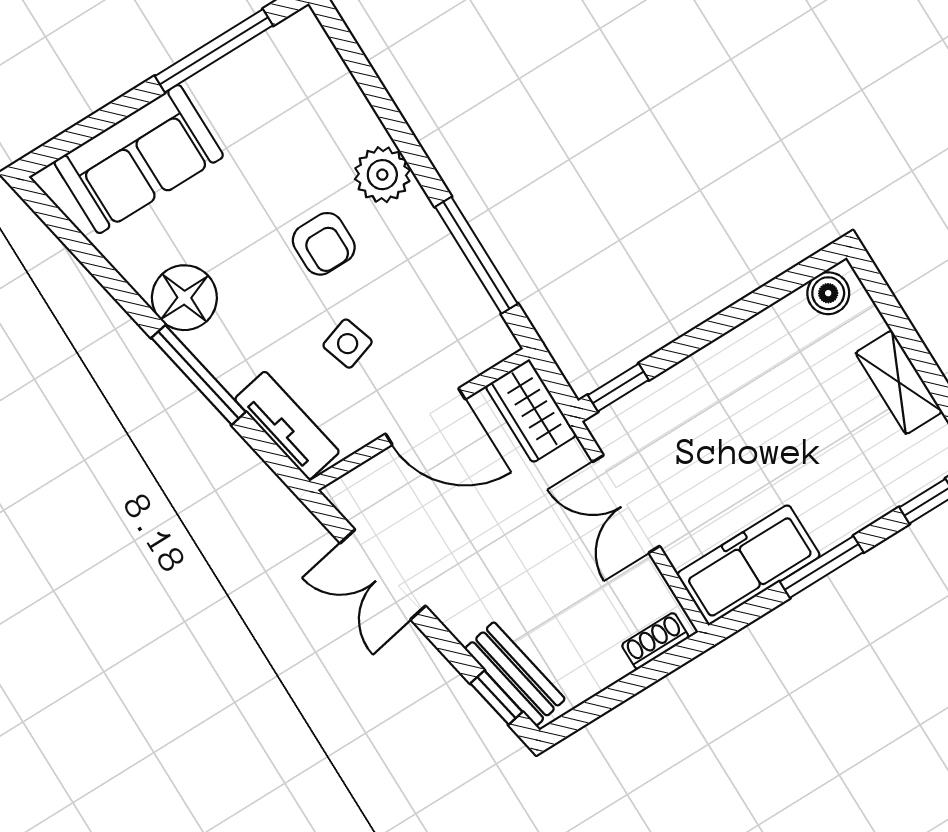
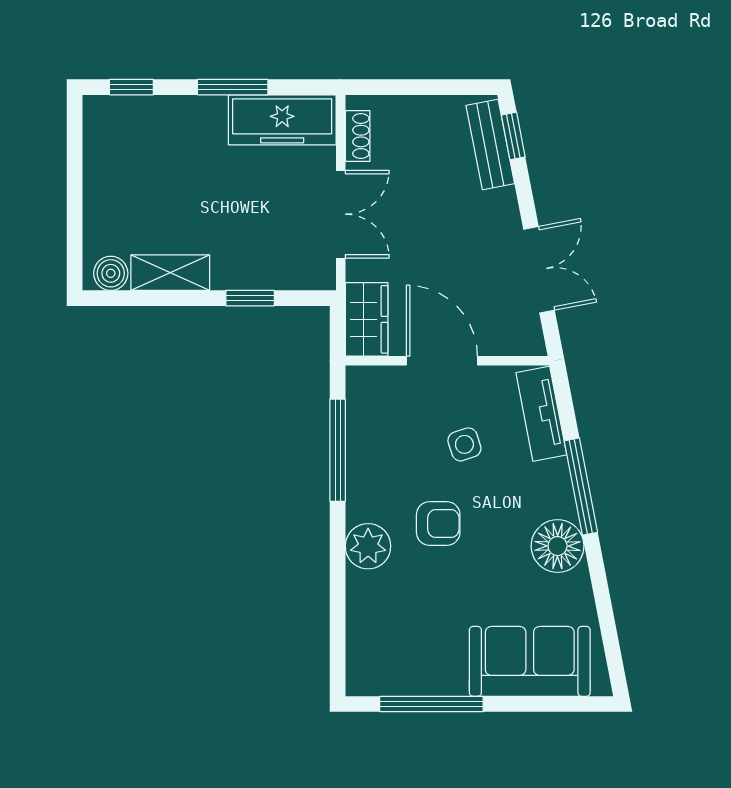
armchair: (324, 244) -> (438, 524), turned 90
shelving: (899, 382) -> (170, 273), moved, turned 90
window: (618, 387) -> (250, 298), moved
shoe rack: (655, 641) -> (358, 136), moved, turned -90

